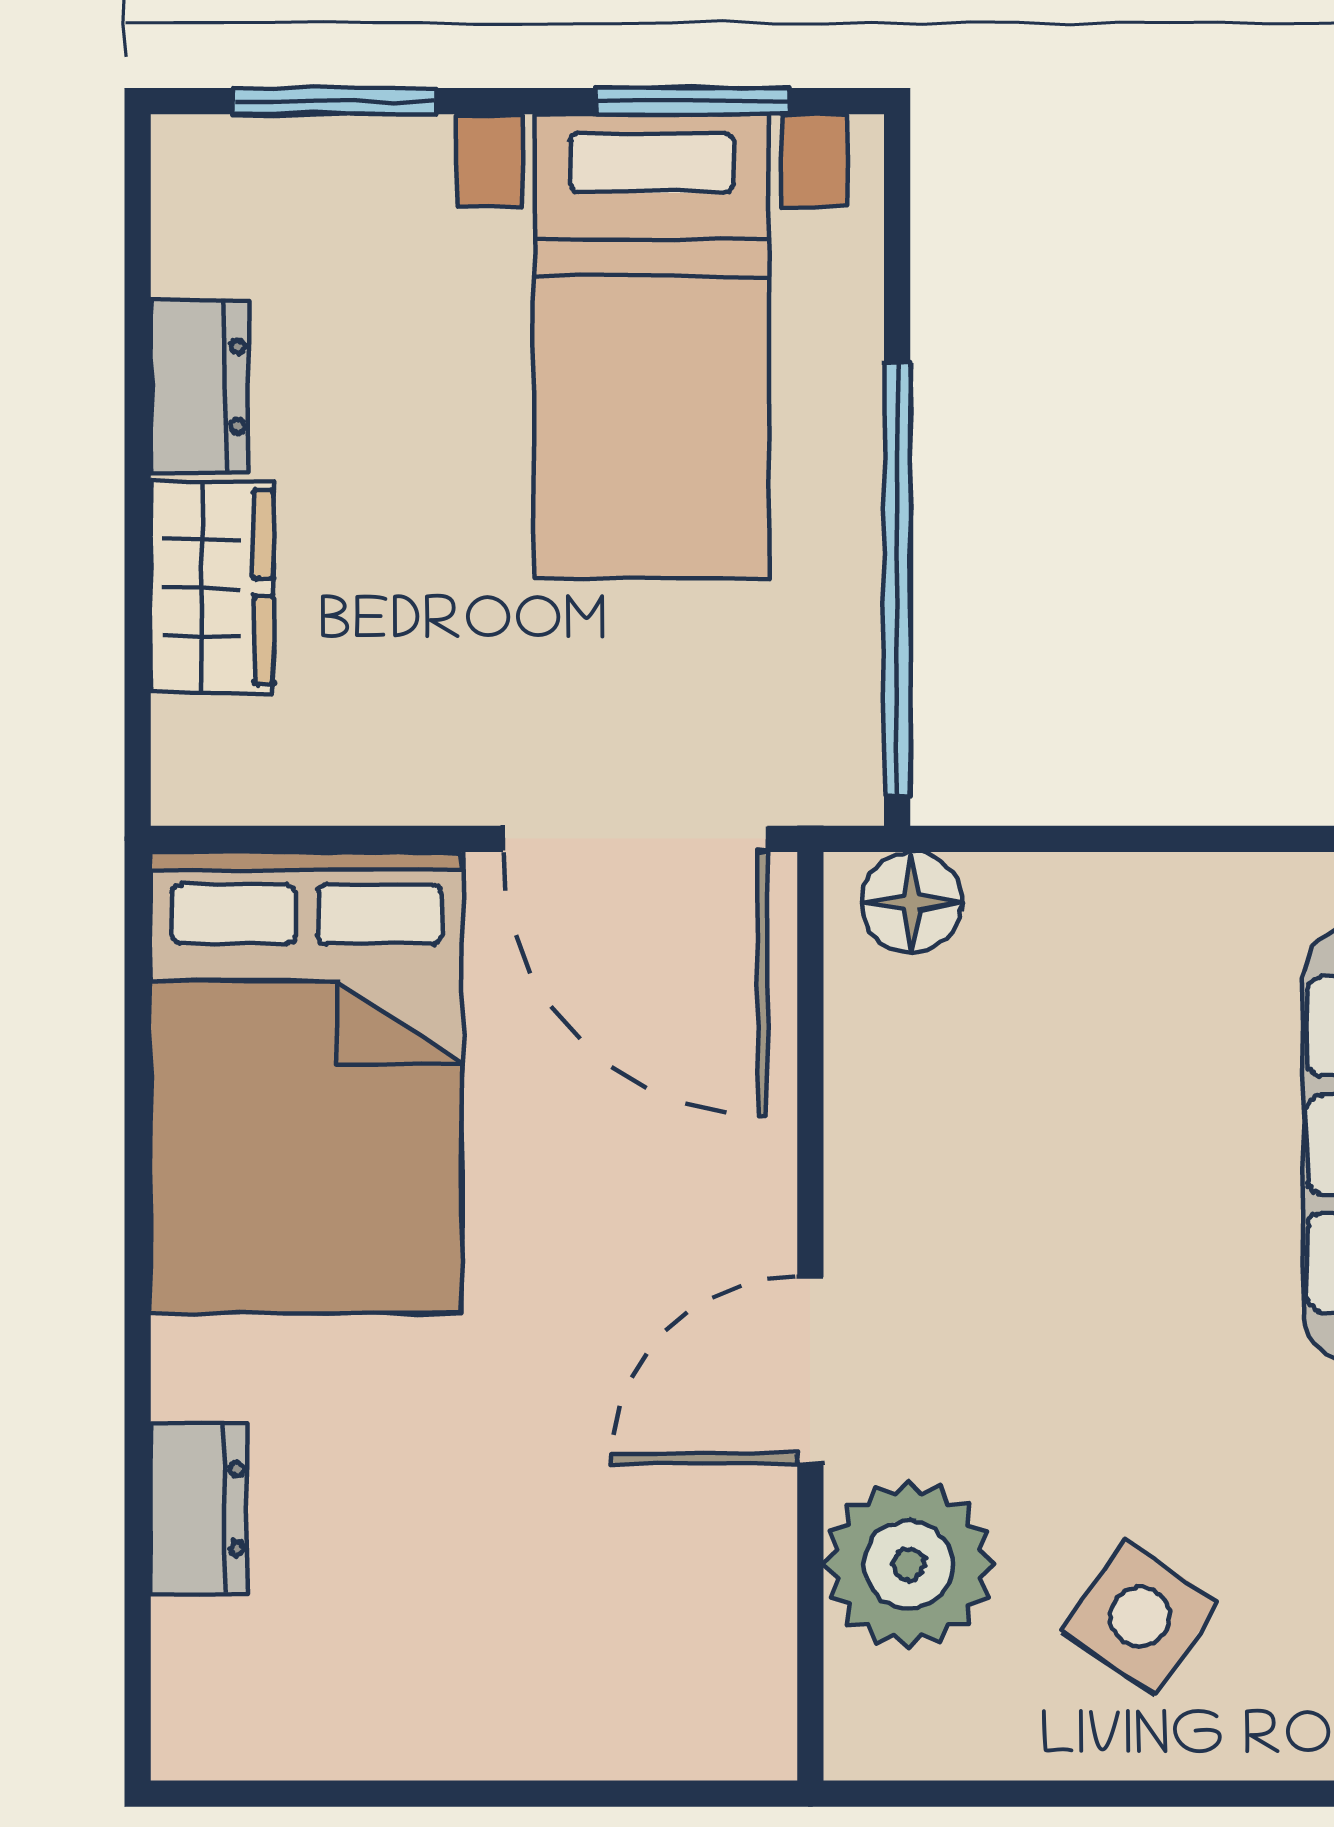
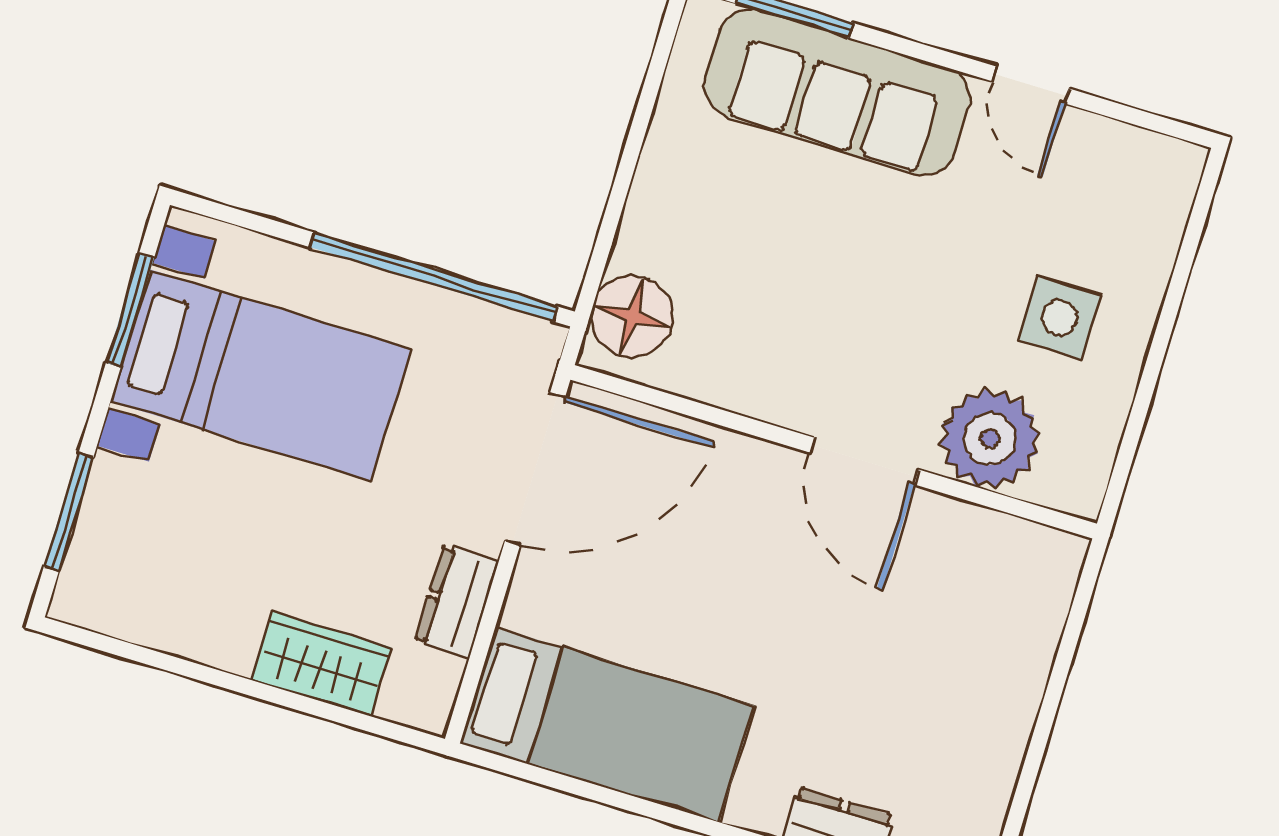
dresser: (200, 386) -> (457, 601), moved, turned -90
floor lamp: (912, 902) -> (632, 317), width x1.38, depth x1.38
bed: (306, 1082) -> (607, 724), width x0.67
side table: (1140, 1617) -> (1059, 318), turned -34

